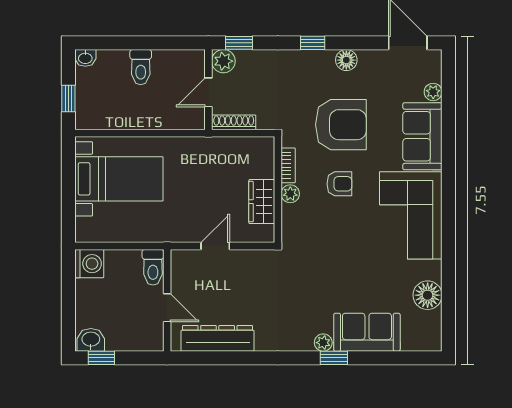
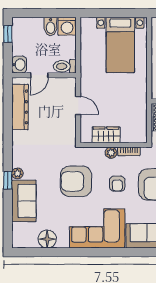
armchair: (336, 249) -> (76, 181), added
bidet: (90, 290) -> (51, 26), added
washbasin: (91, 340) -> (19, 65), moved

